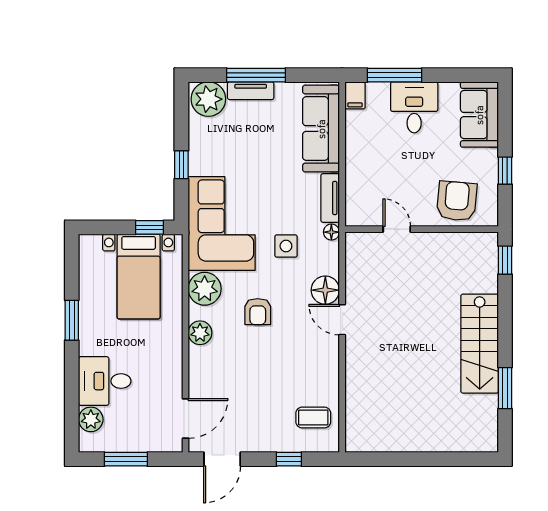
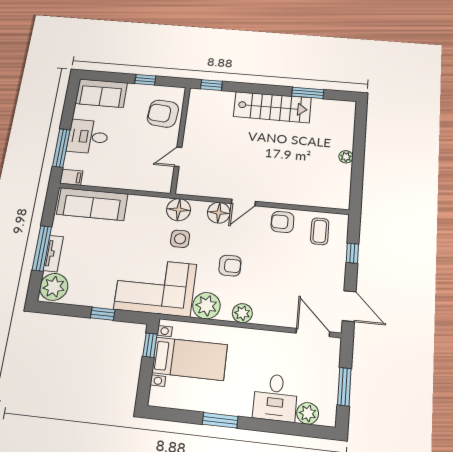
tv unit: (330, 198) -> (147, 202), removed
floor lamp: (331, 232) -> (179, 210), width x1.89, depth x1.89
armchair: (321, 371) -> (282, 222), added
plant: (417, 444) -> (346, 157), added

